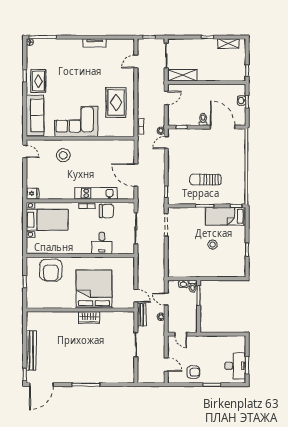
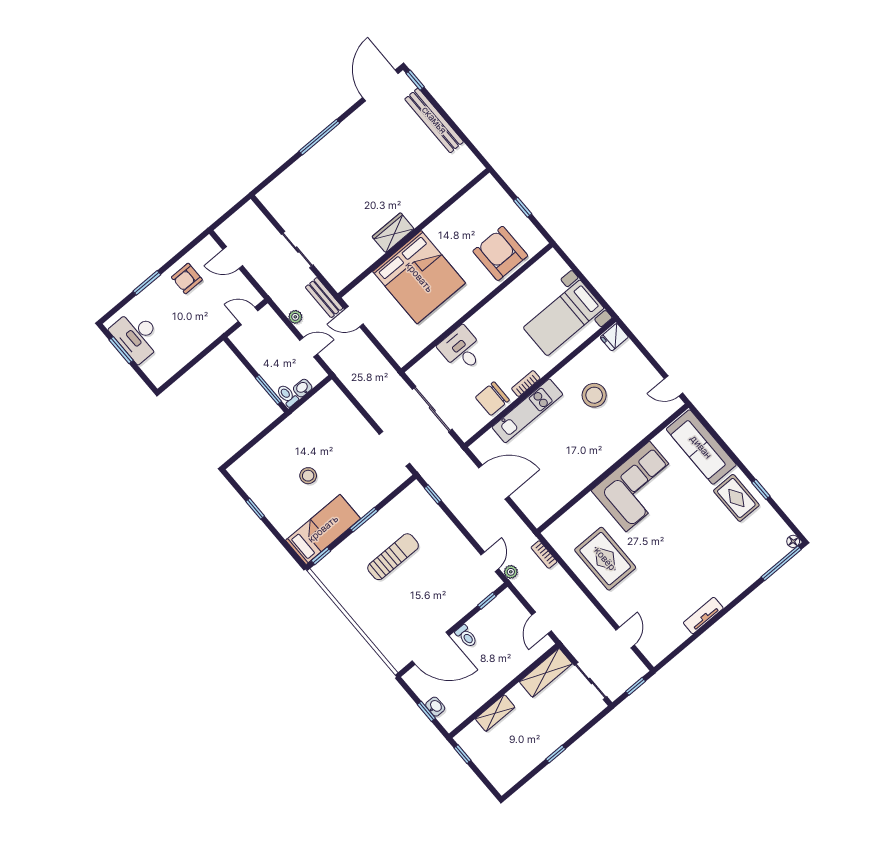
shelving: (228, 43) -> (495, 713), moved
stool: (63, 155) -> (594, 395), moved

